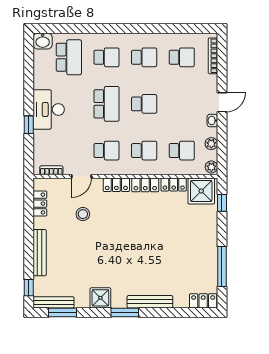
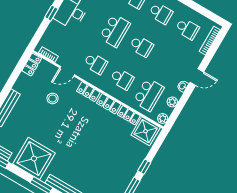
school desk: (182, 151) -> (149, 95), width x1.85
window: (222, 203) -> (144, 167), moved
locker: (40, 204) -> (32, 65), moved
shower: (100, 298) -> (34, 159), width x1.86, depth x1.86

